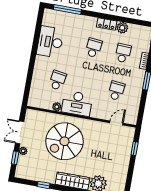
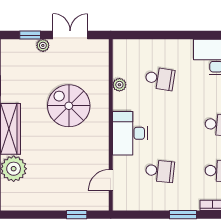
desk: (77, 103) -> (130, 133), moved
door: (116, 123) -> (111, 180), swing flipped
spiral stairs: (64, 141) -> (69, 106), width x0.73, depth x0.73

